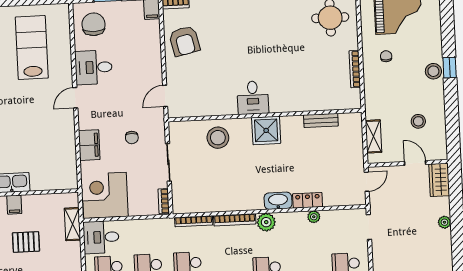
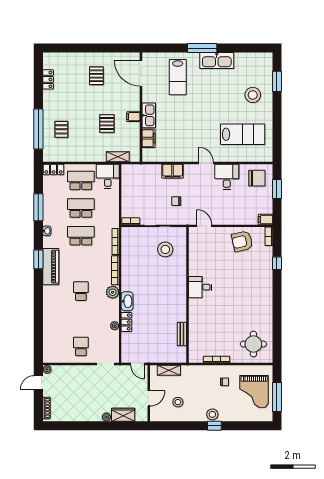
shower: (266, 130) -> (177, 295), removed
stool: (218, 138) -> (165, 249), moved
wardrobe: (439, 180) -> (123, 415), moved
filing cabinet: (44, 182) -> (148, 138), added
corner desk: (105, 195) -> (137, 180), removed

